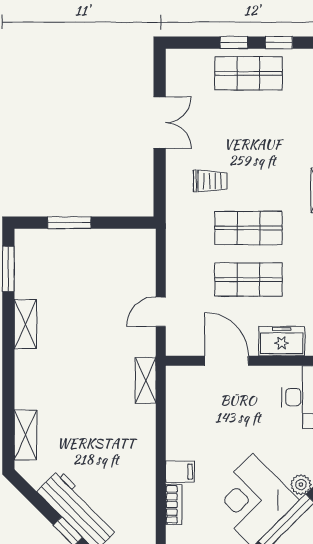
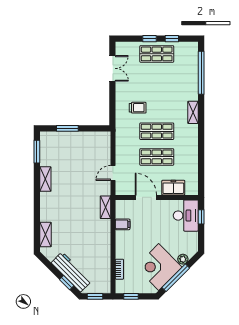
double door: (160, 123) -> (112, 68), moved
filing cabinet: (180, 472) -> (123, 224), moved

